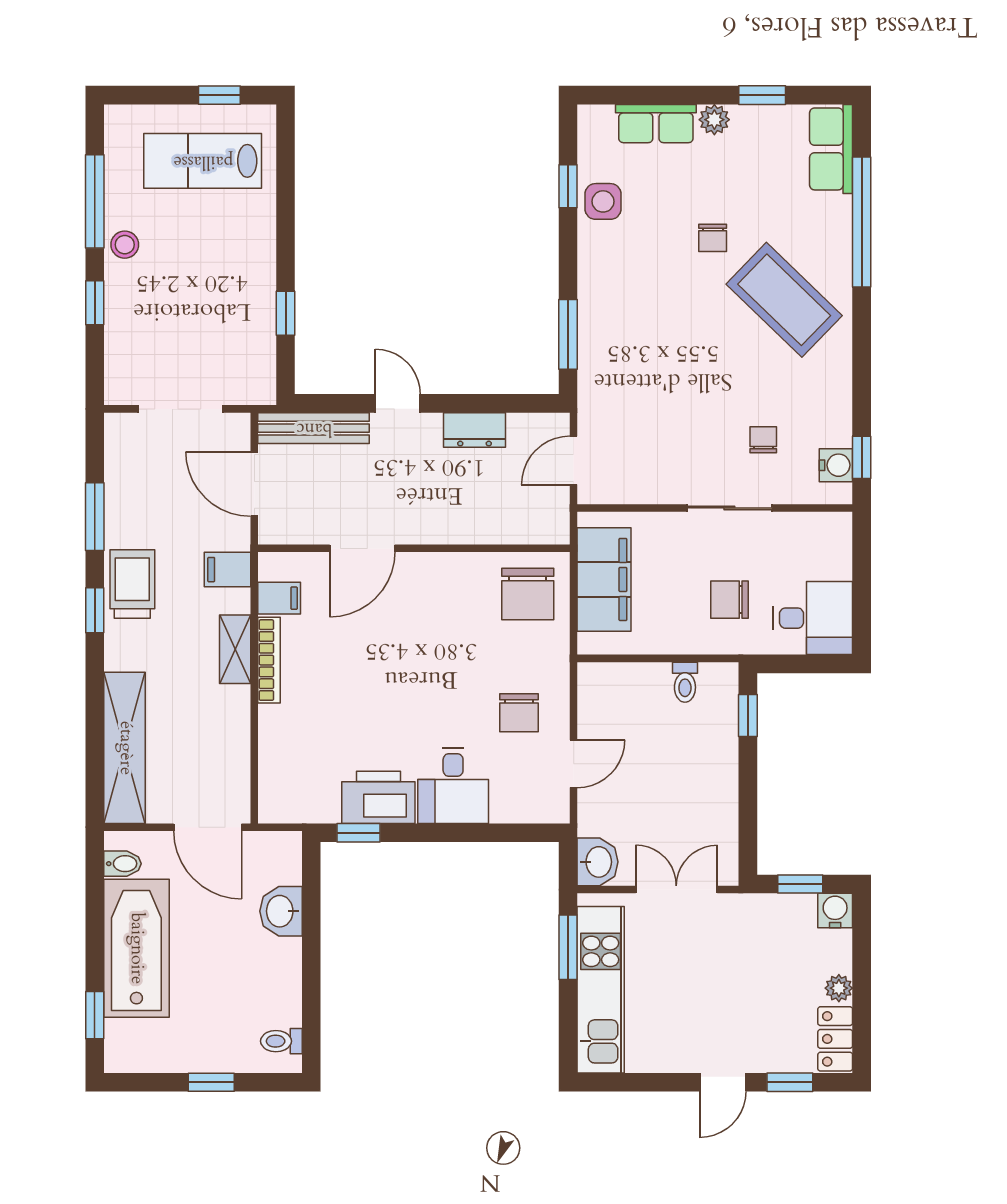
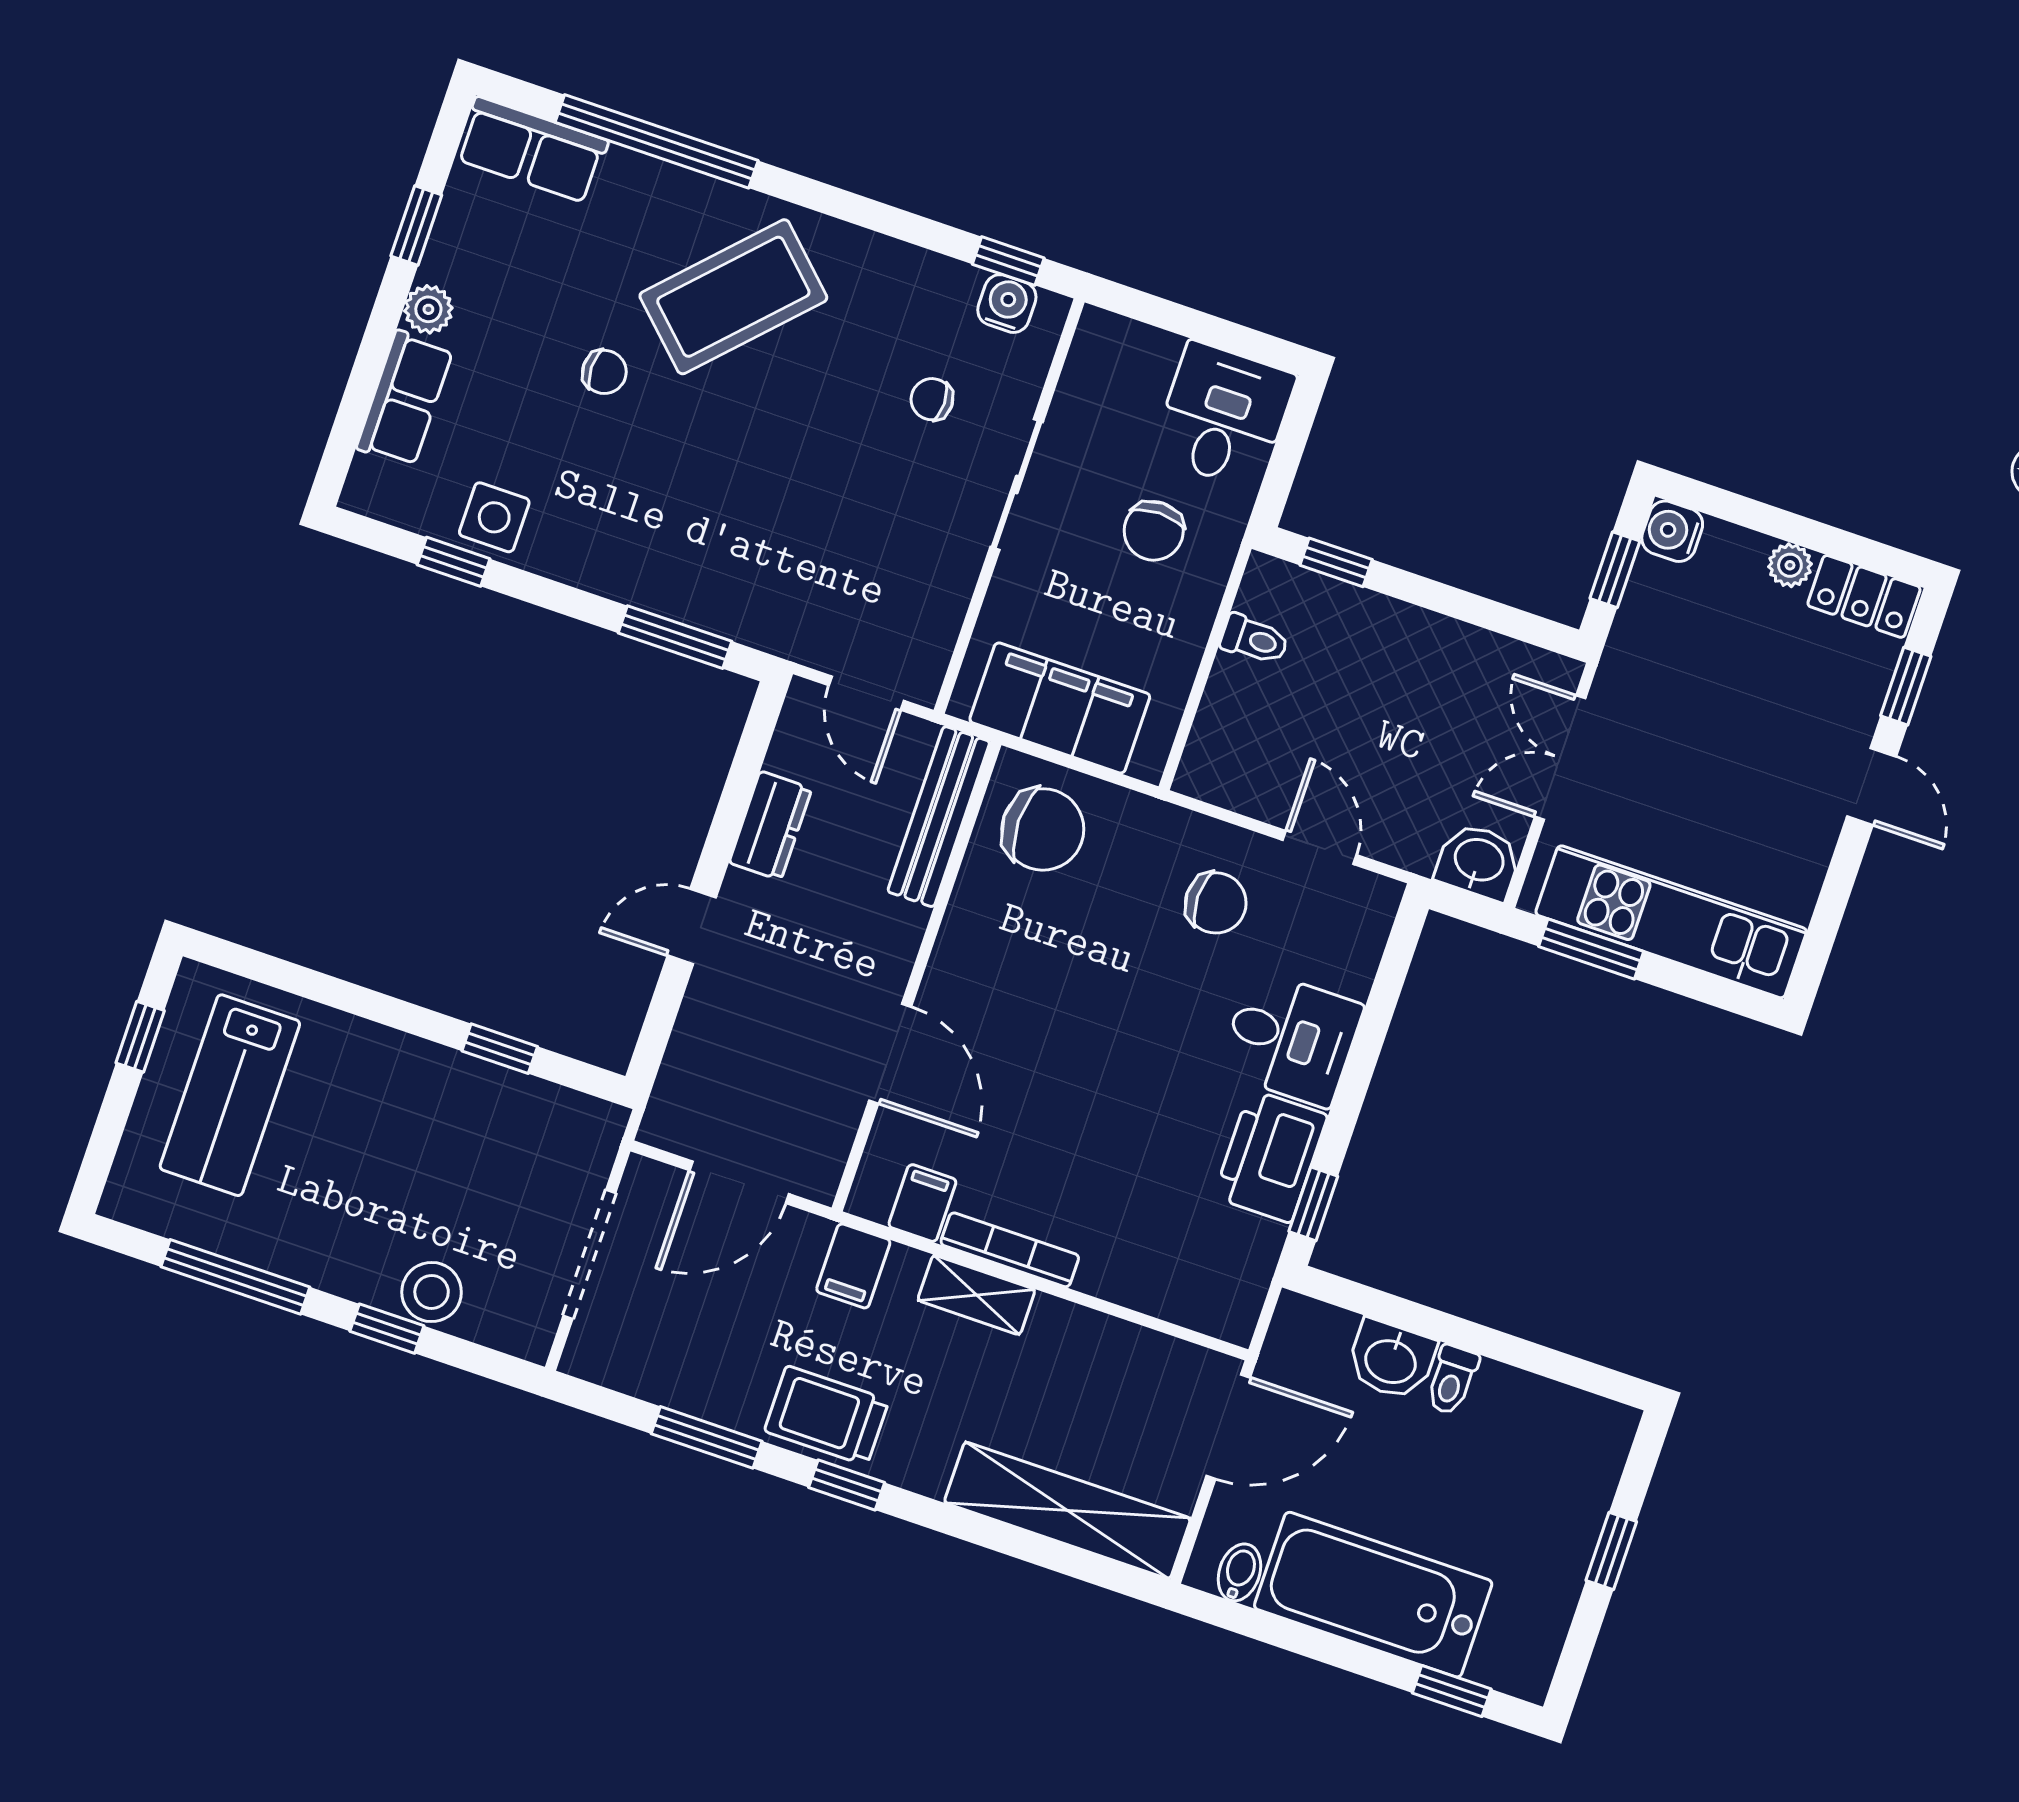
stool: (125, 245) -> (432, 1292), moved, width x1.37, depth x1.37
bench: (314, 428) -> (939, 817), moved
toilet: (281, 1041) -> (1452, 1380), moved

